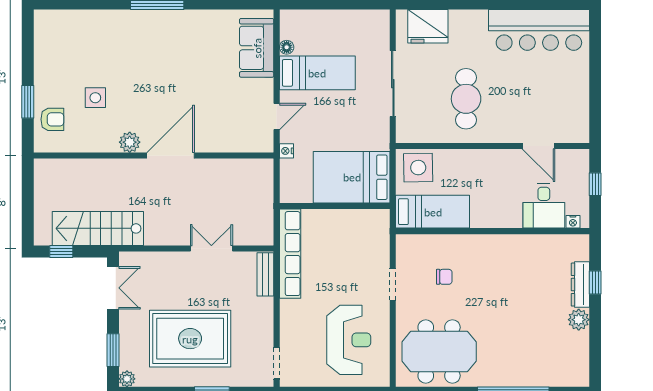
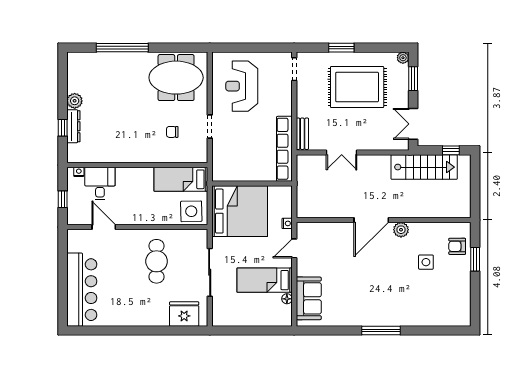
bar counter: (539, 30) -> (82, 290), moved, turned 90
bed: (352, 177) -> (240, 211), width x1.36

